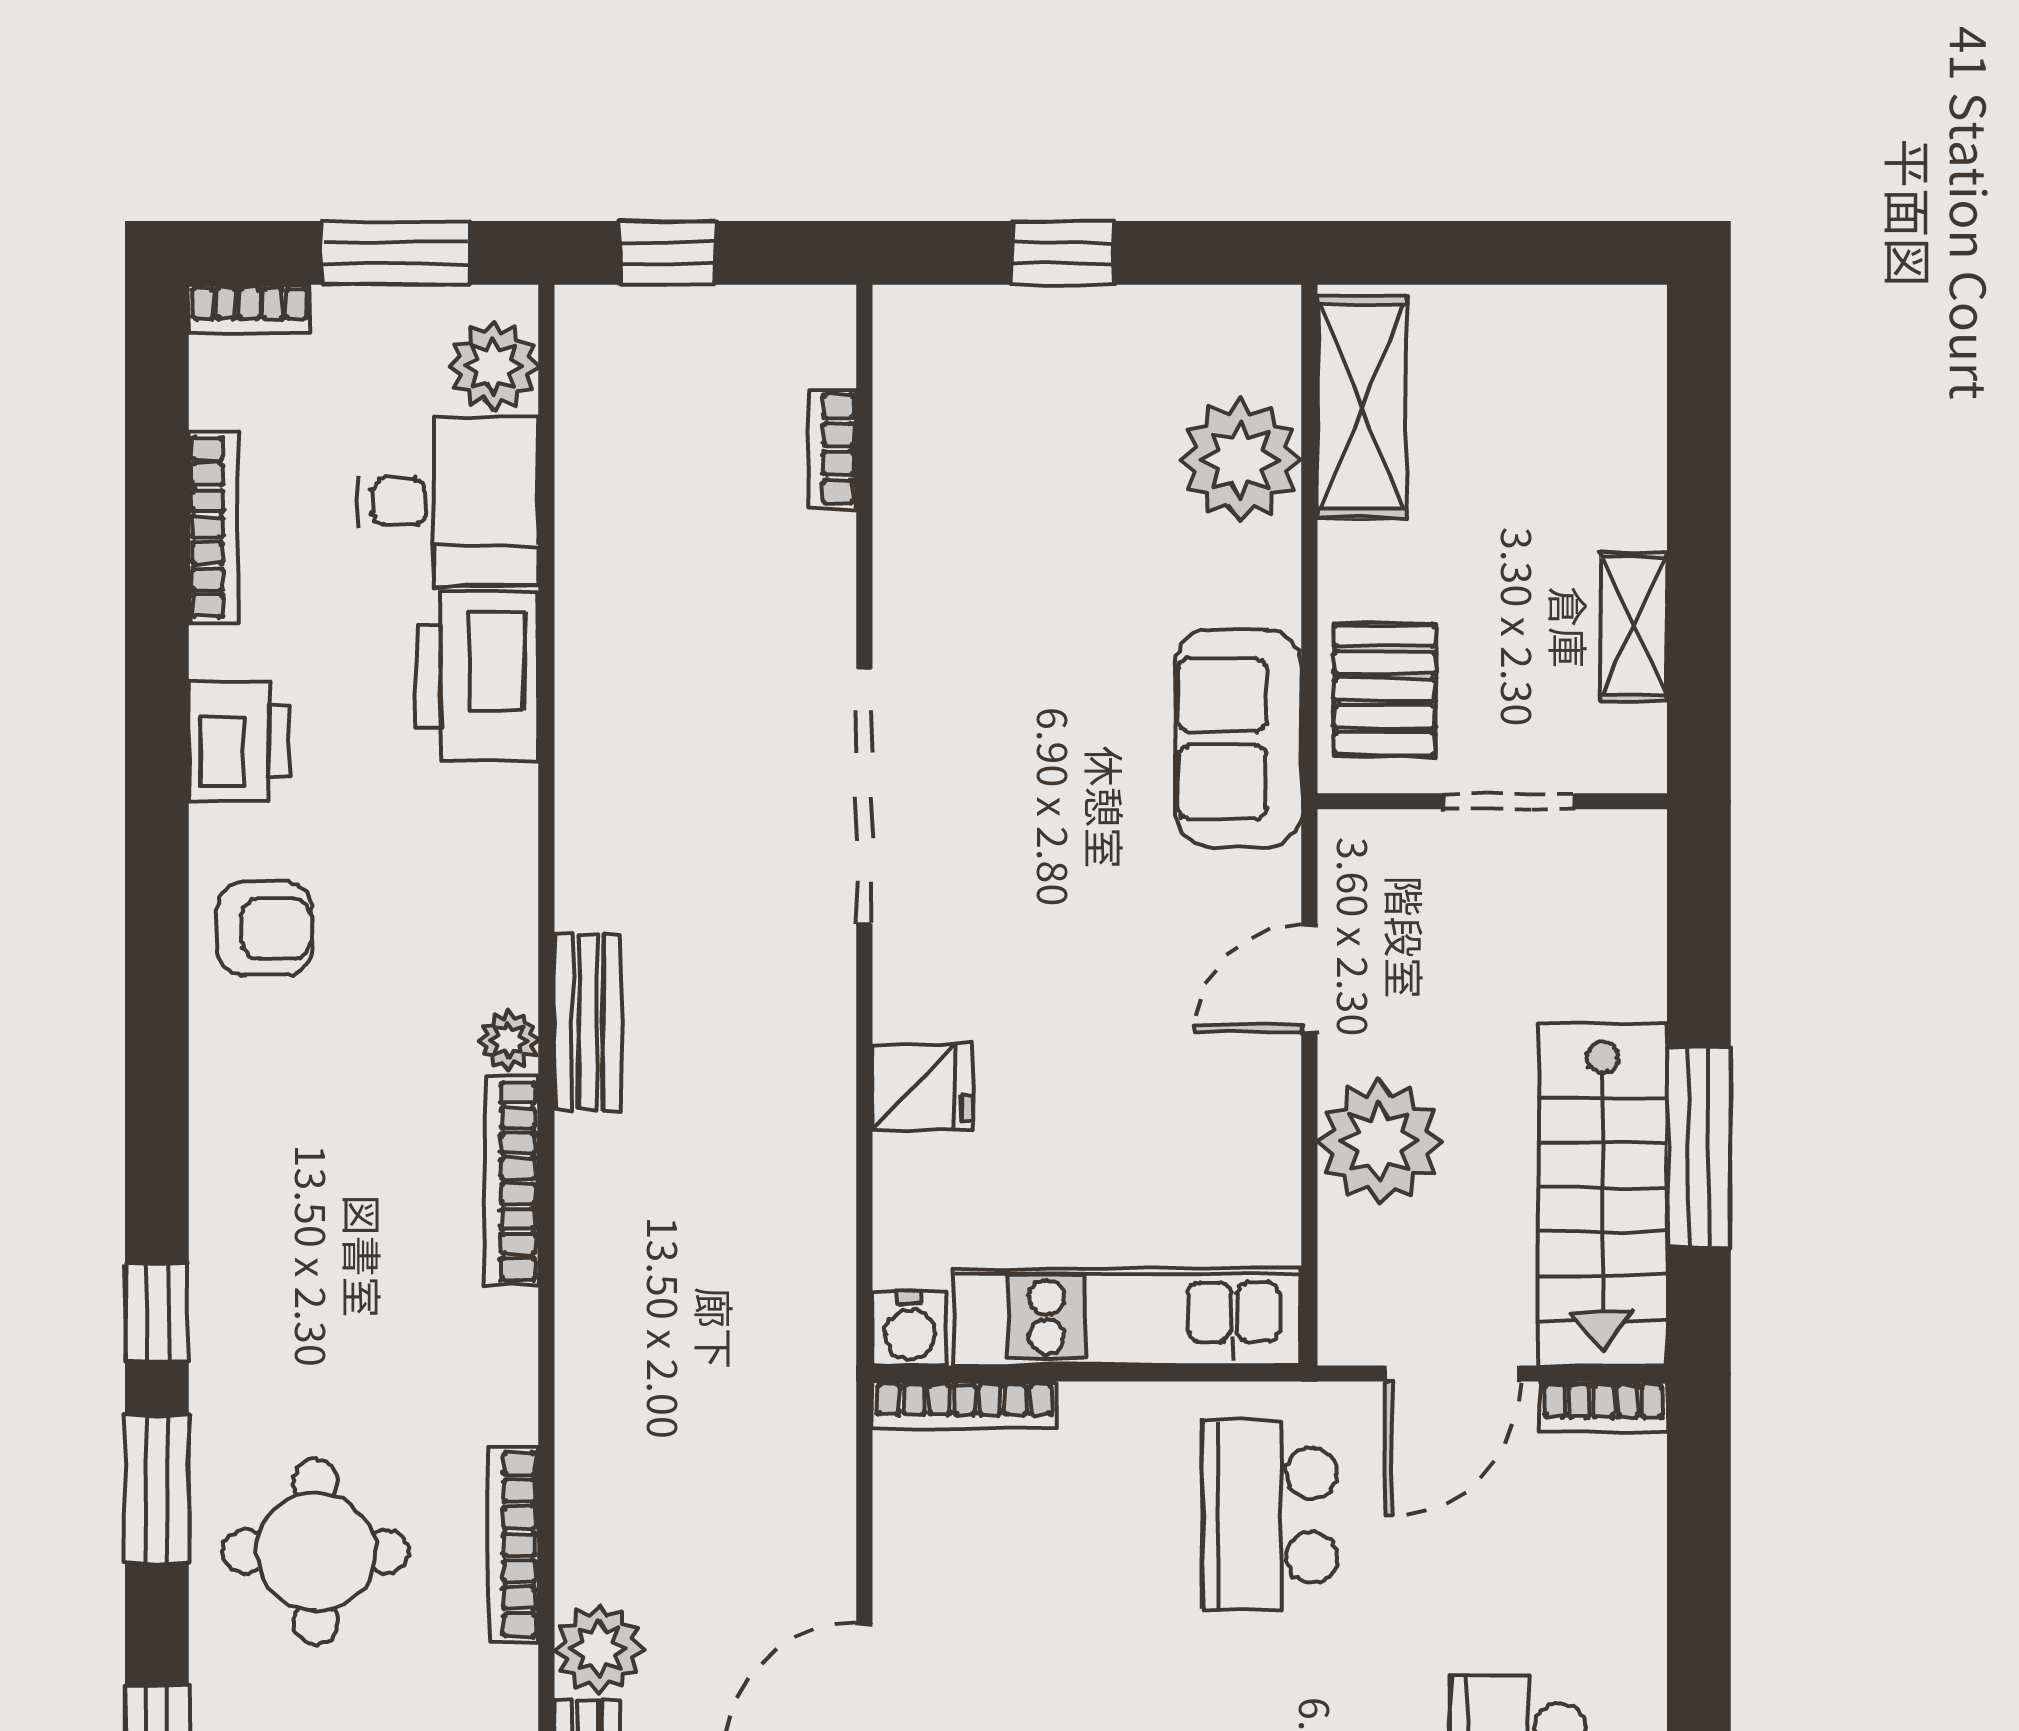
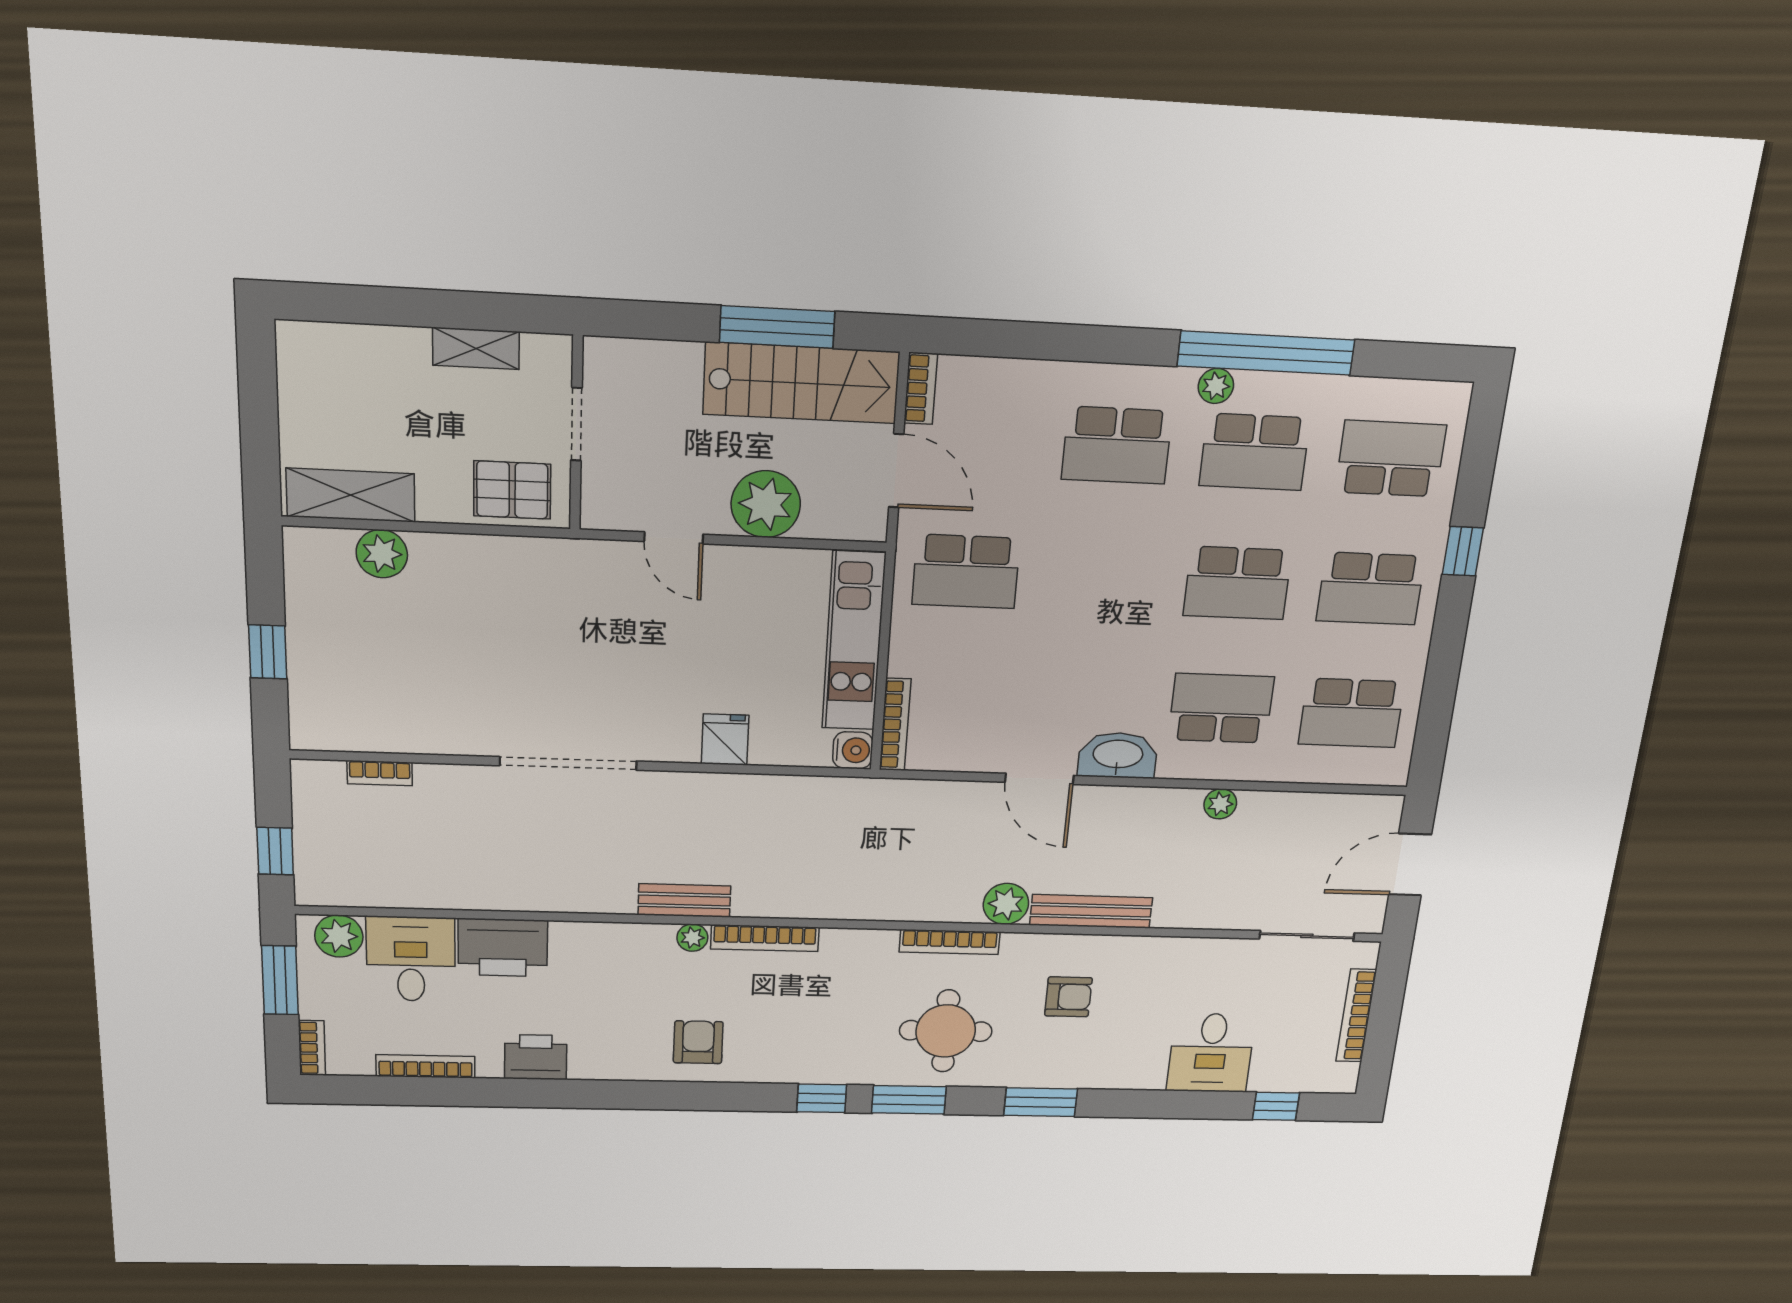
plant: (1240, 459) -> (382, 554), width x0.73, depth x0.73
sofa: (1238, 738) -> (539, 570), removed
armchair: (265, 928) -> (698, 1042), moved

